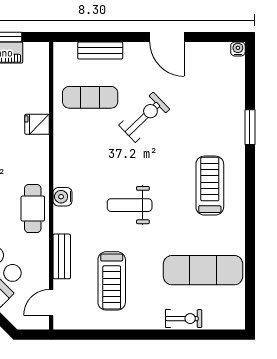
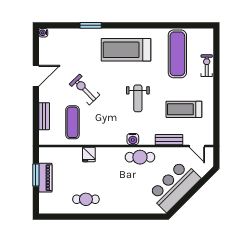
treadmill: (210, 186) -> (126, 50), width x1.37, depth x1.38
treadmill: (112, 281) -> (184, 109), turned 180

